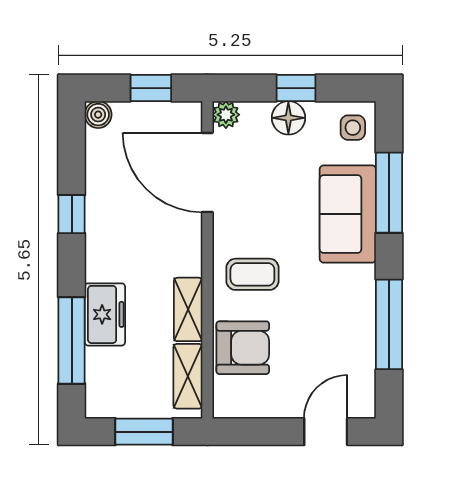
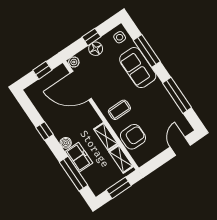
boiler: (98, 115) -> (66, 143), moved

